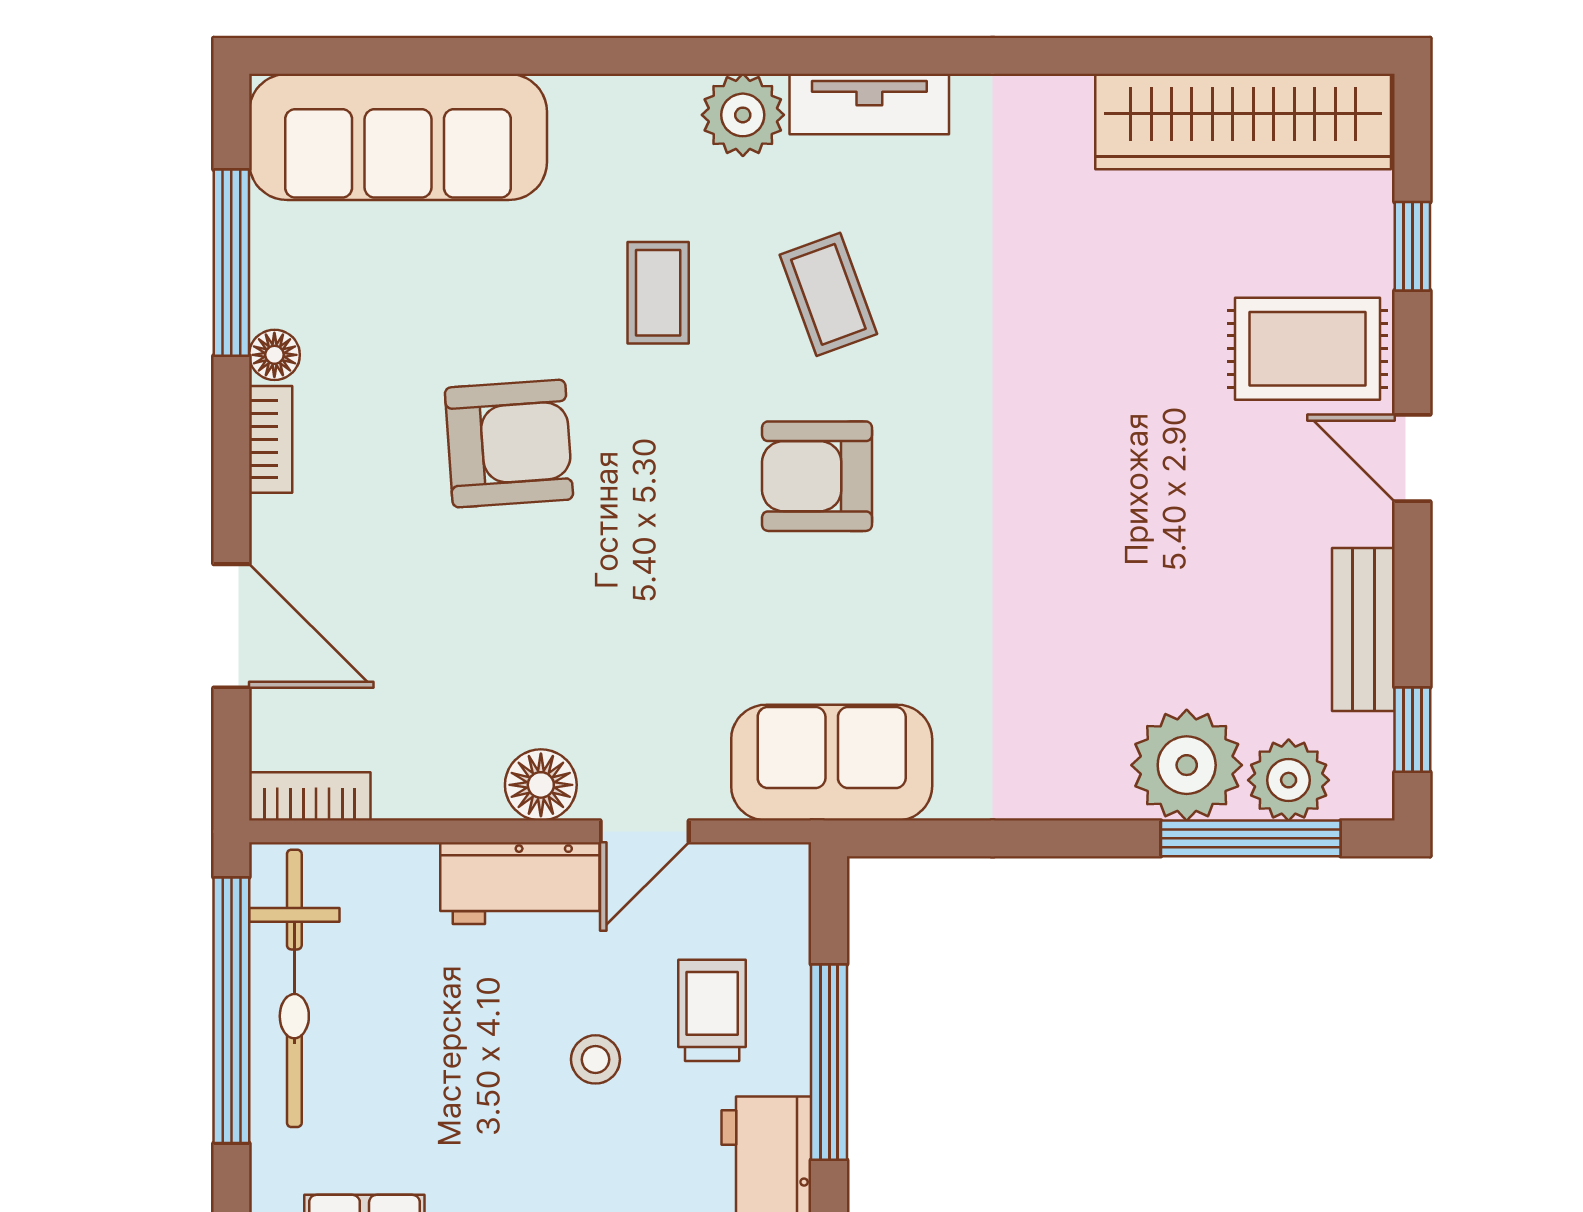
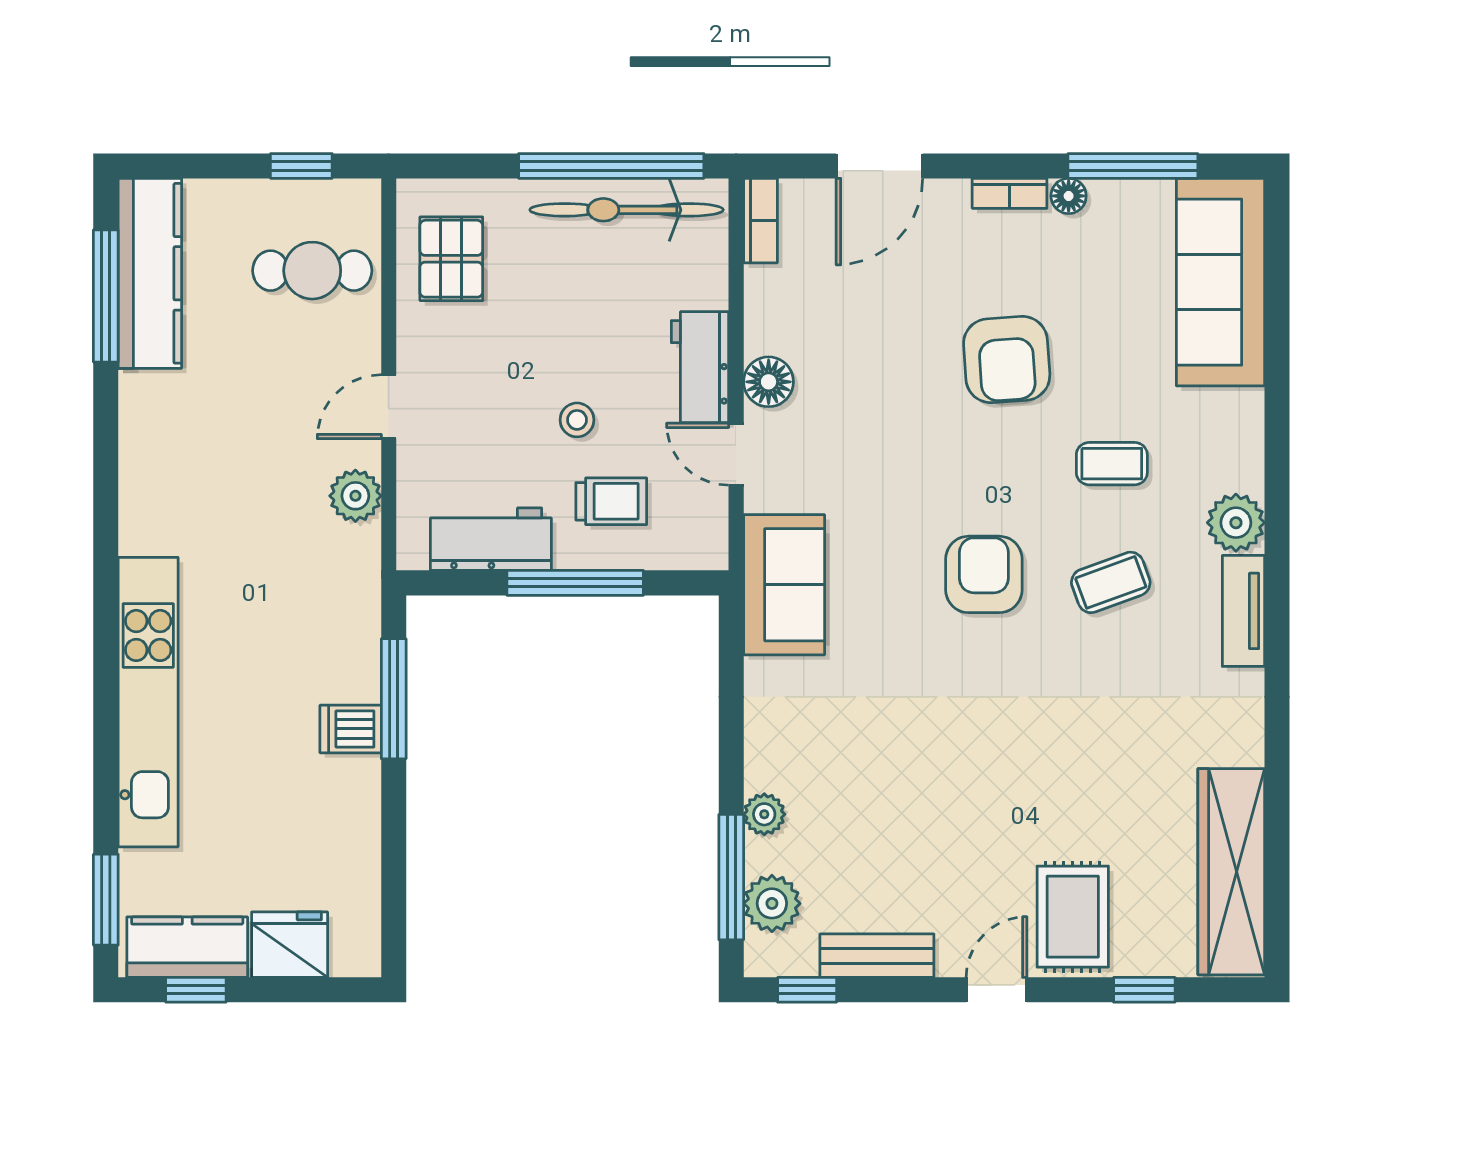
plant: (1187, 765) -> (764, 814), width x0.53, depth x0.53

